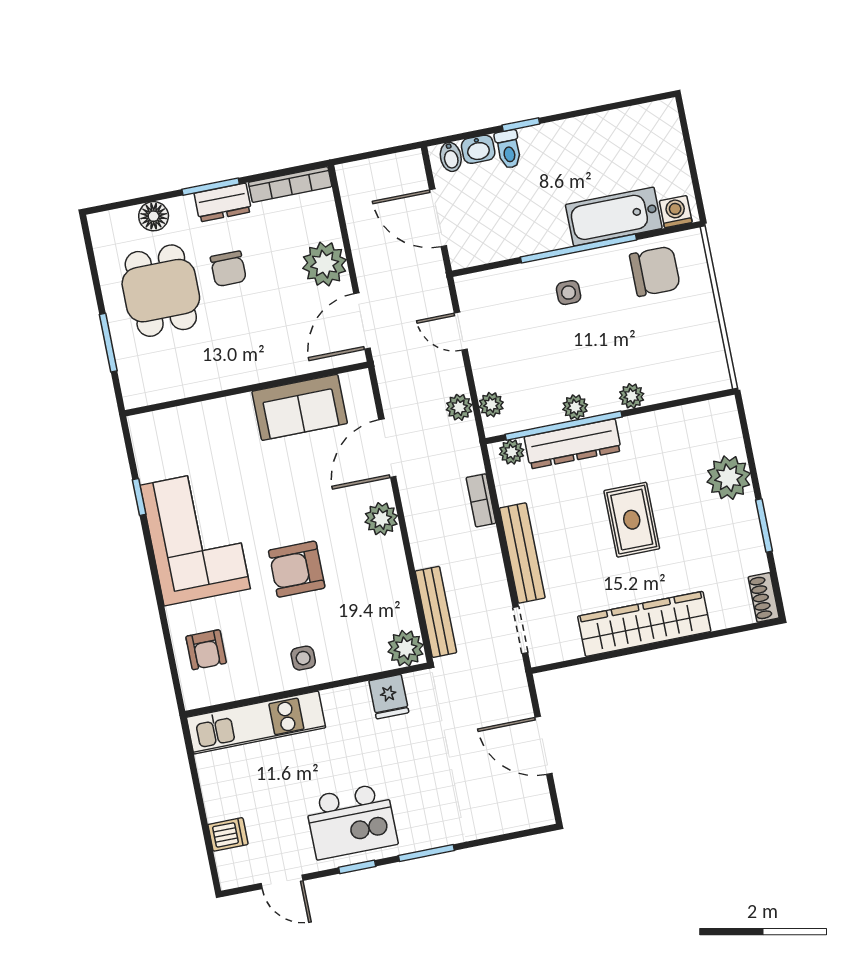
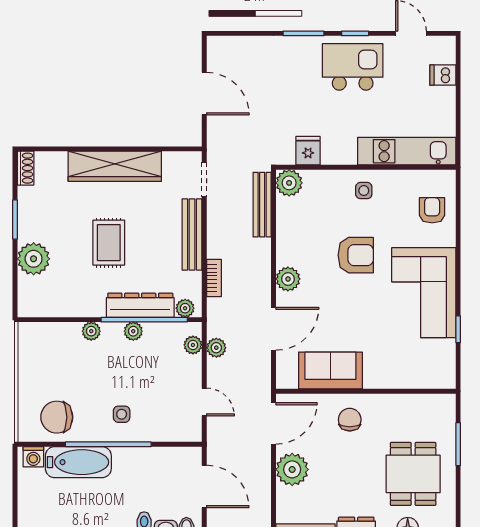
chair: (228, 269) -> (350, 420), moved

